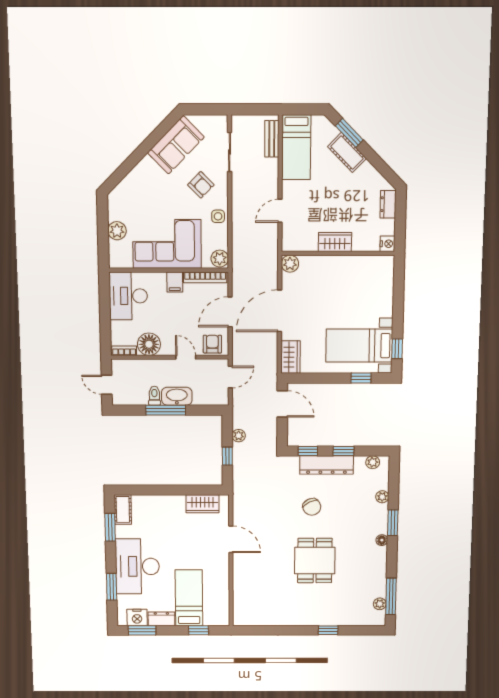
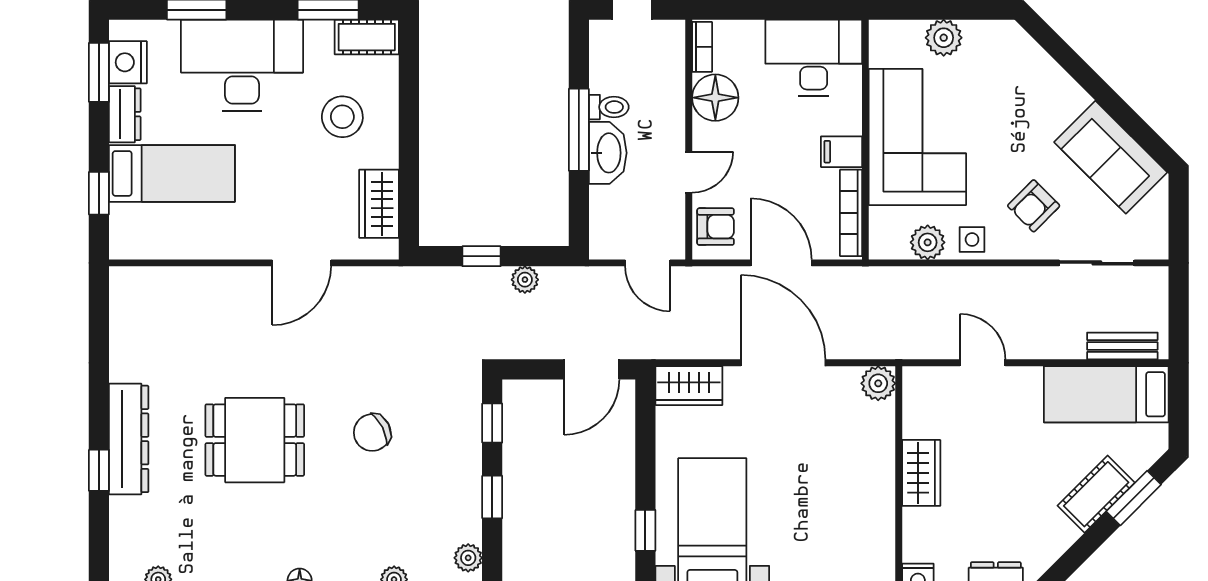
plant: (220, 259) -> (928, 242), moved
dresser: (327, 465) -> (129, 439), moved, turned 180
stool: (161, 521) -> (342, 117), added

